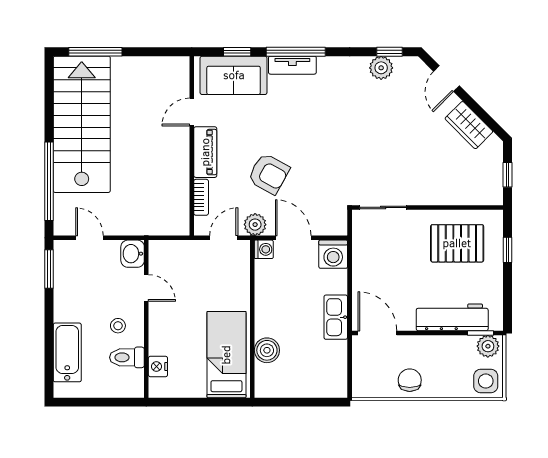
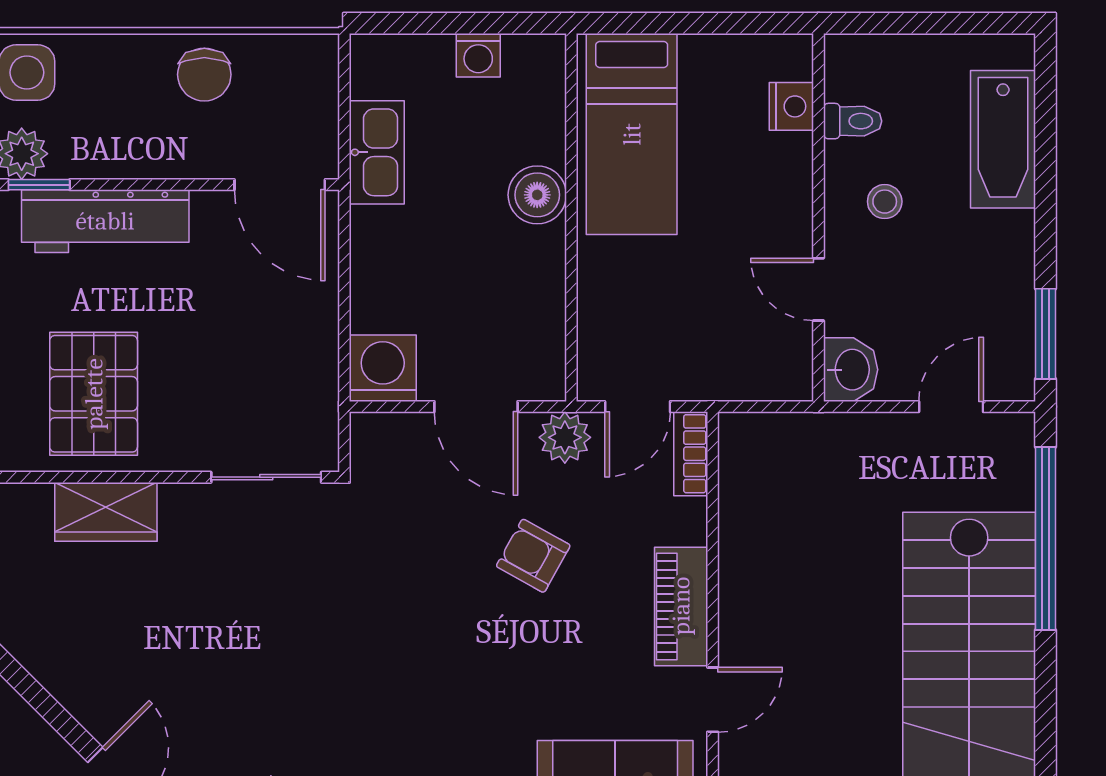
wardrobe: (469, 125) -> (106, 512), moved, turned 135
armchair: (269, 174) -> (533, 556), width x0.72, depth x0.72
bookcase: (201, 197) -> (691, 454), moved
door: (89, 238) -> (951, 407), swing flipped
pallet: (457, 243) -> (94, 394), turned 90
washing machine: (264, 249) -> (478, 55), moved, turned -90
kitchen sink: (336, 317) -> (377, 152), moved
boiler: (267, 350) -> (537, 195), moved
toilet: (127, 357) -> (853, 121), width x0.73, depth x0.72

